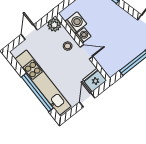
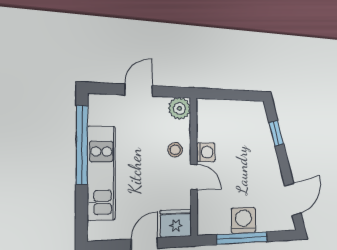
washing machine: (76, 23) -> (243, 220), moved, turned -90
kitchen unit: (43, 83) -> (101, 173), width x0.73
window: (37, 93) -> (82, 145), moved

